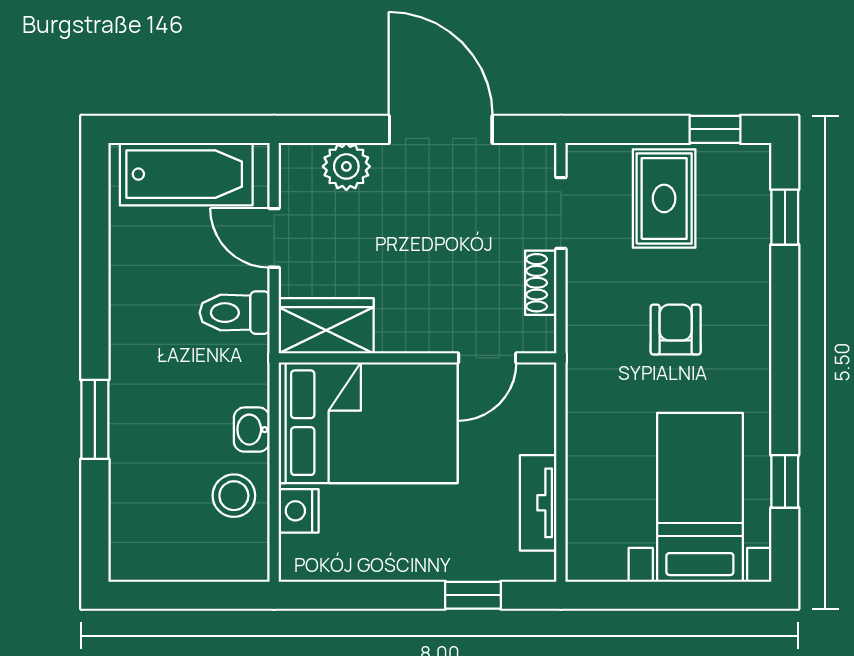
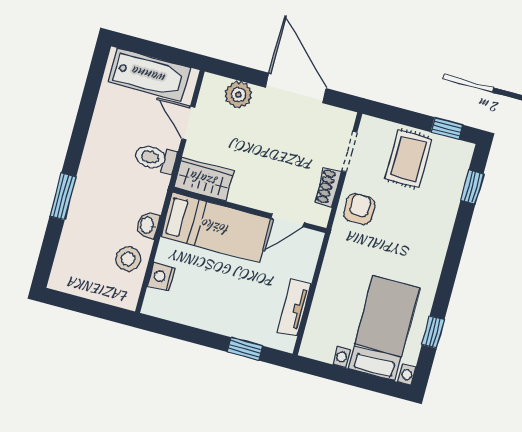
armchair: (676, 330) -> (359, 209), moved
bed: (368, 423) -> (216, 227), width x0.67

